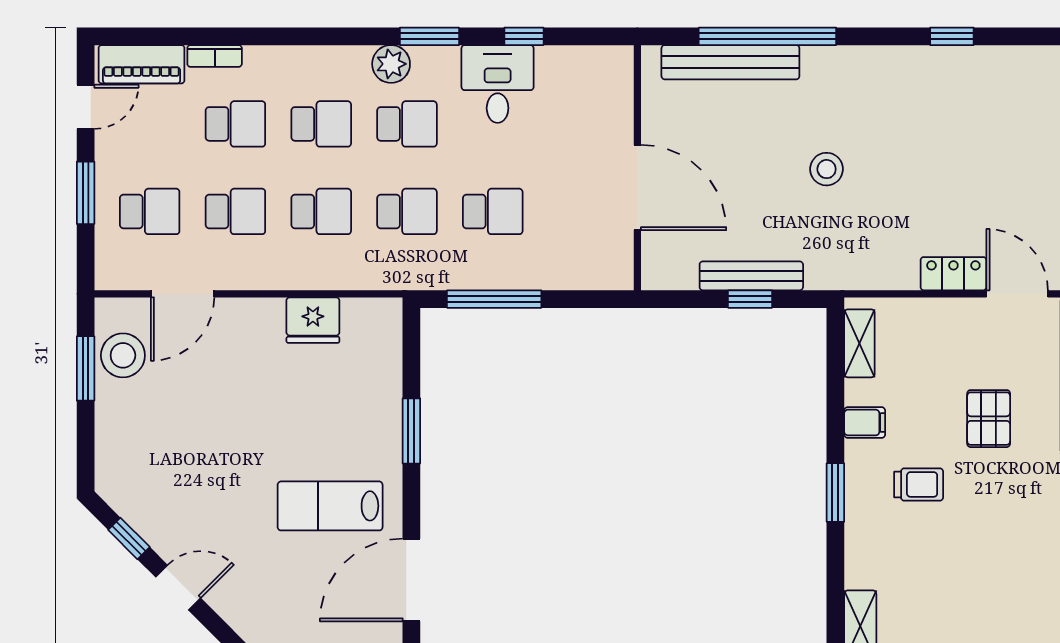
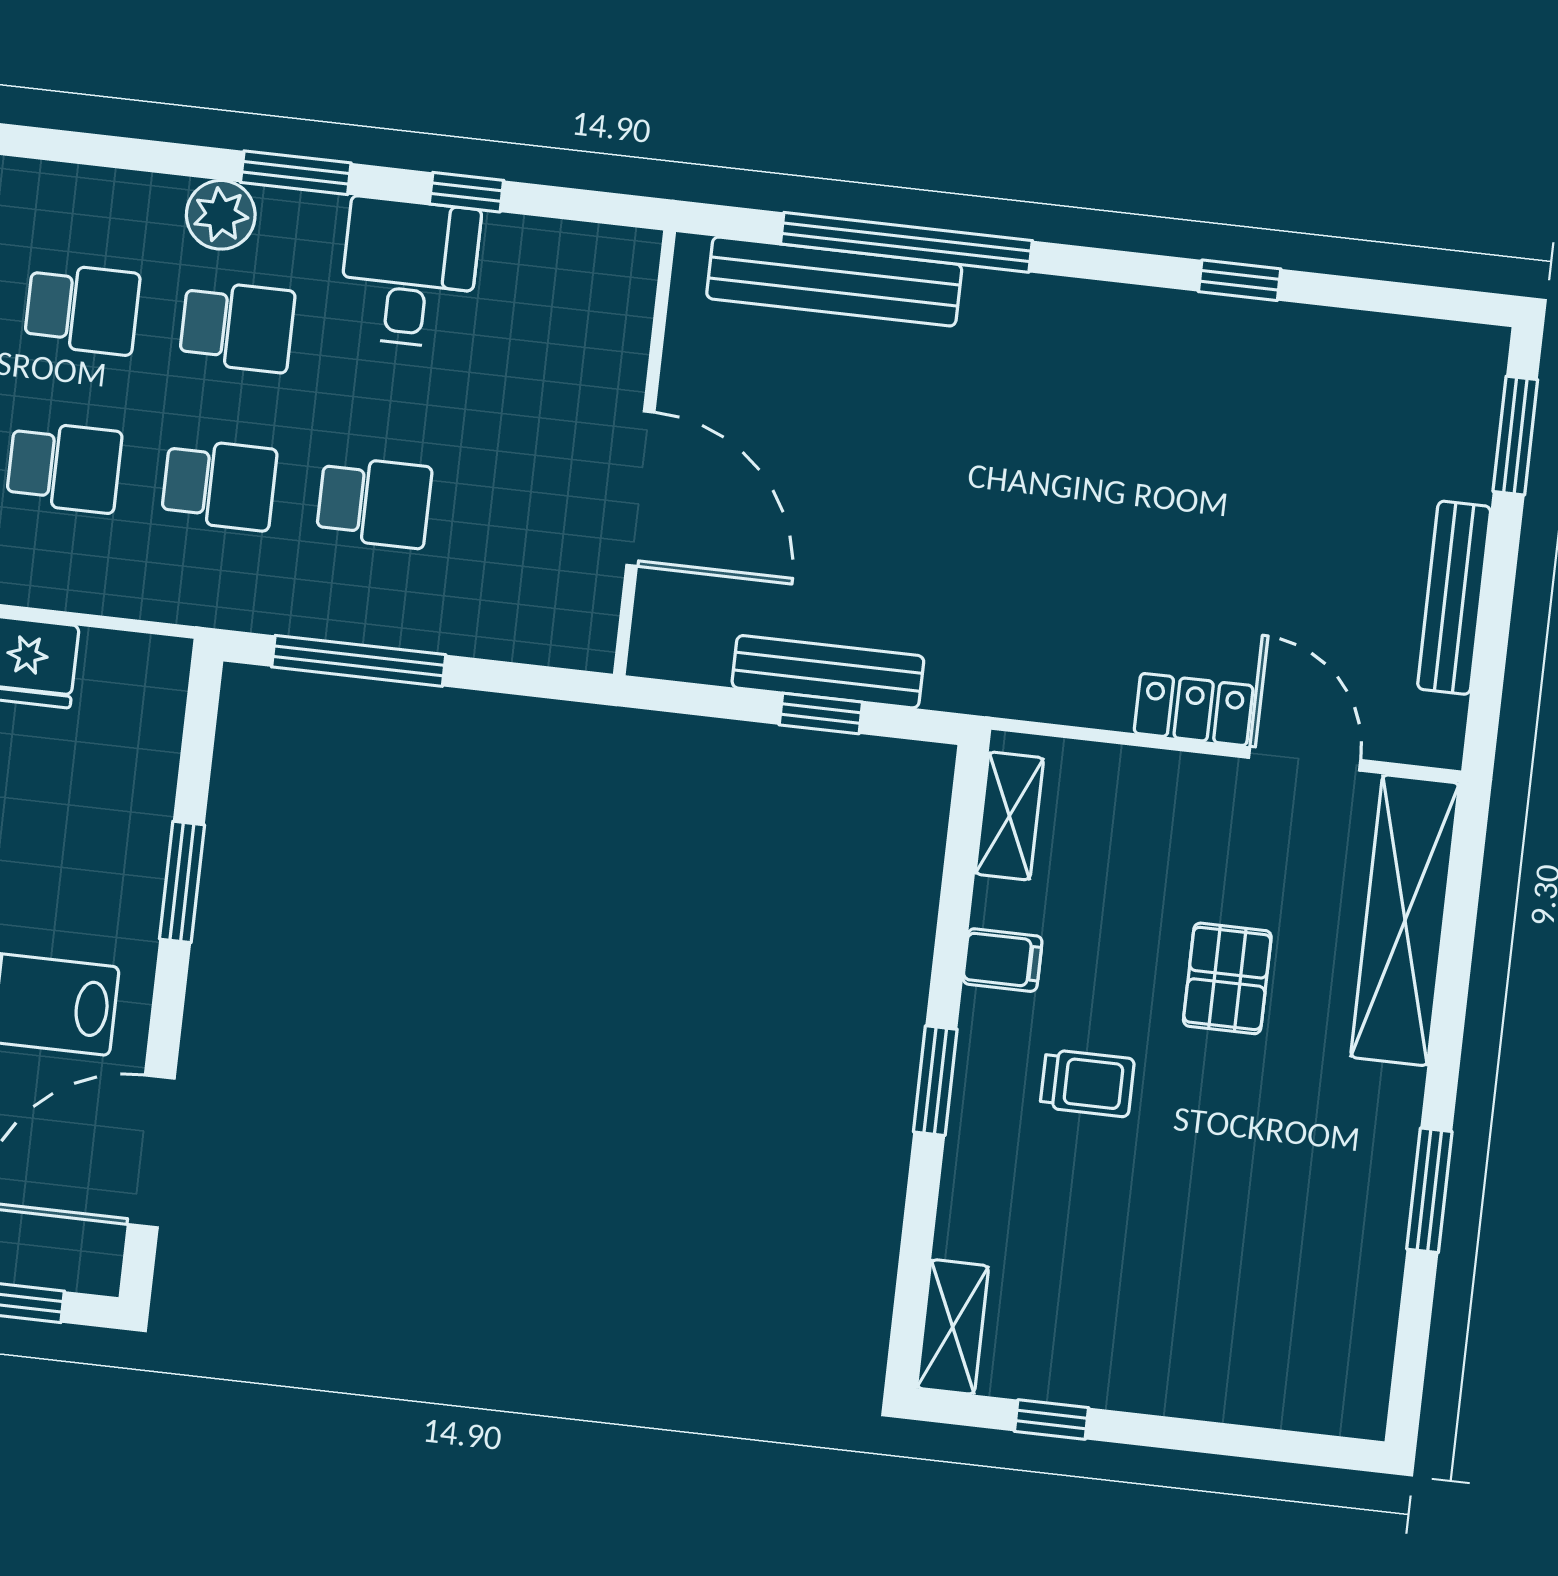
stool: (827, 169) -> (986, 494), removed

